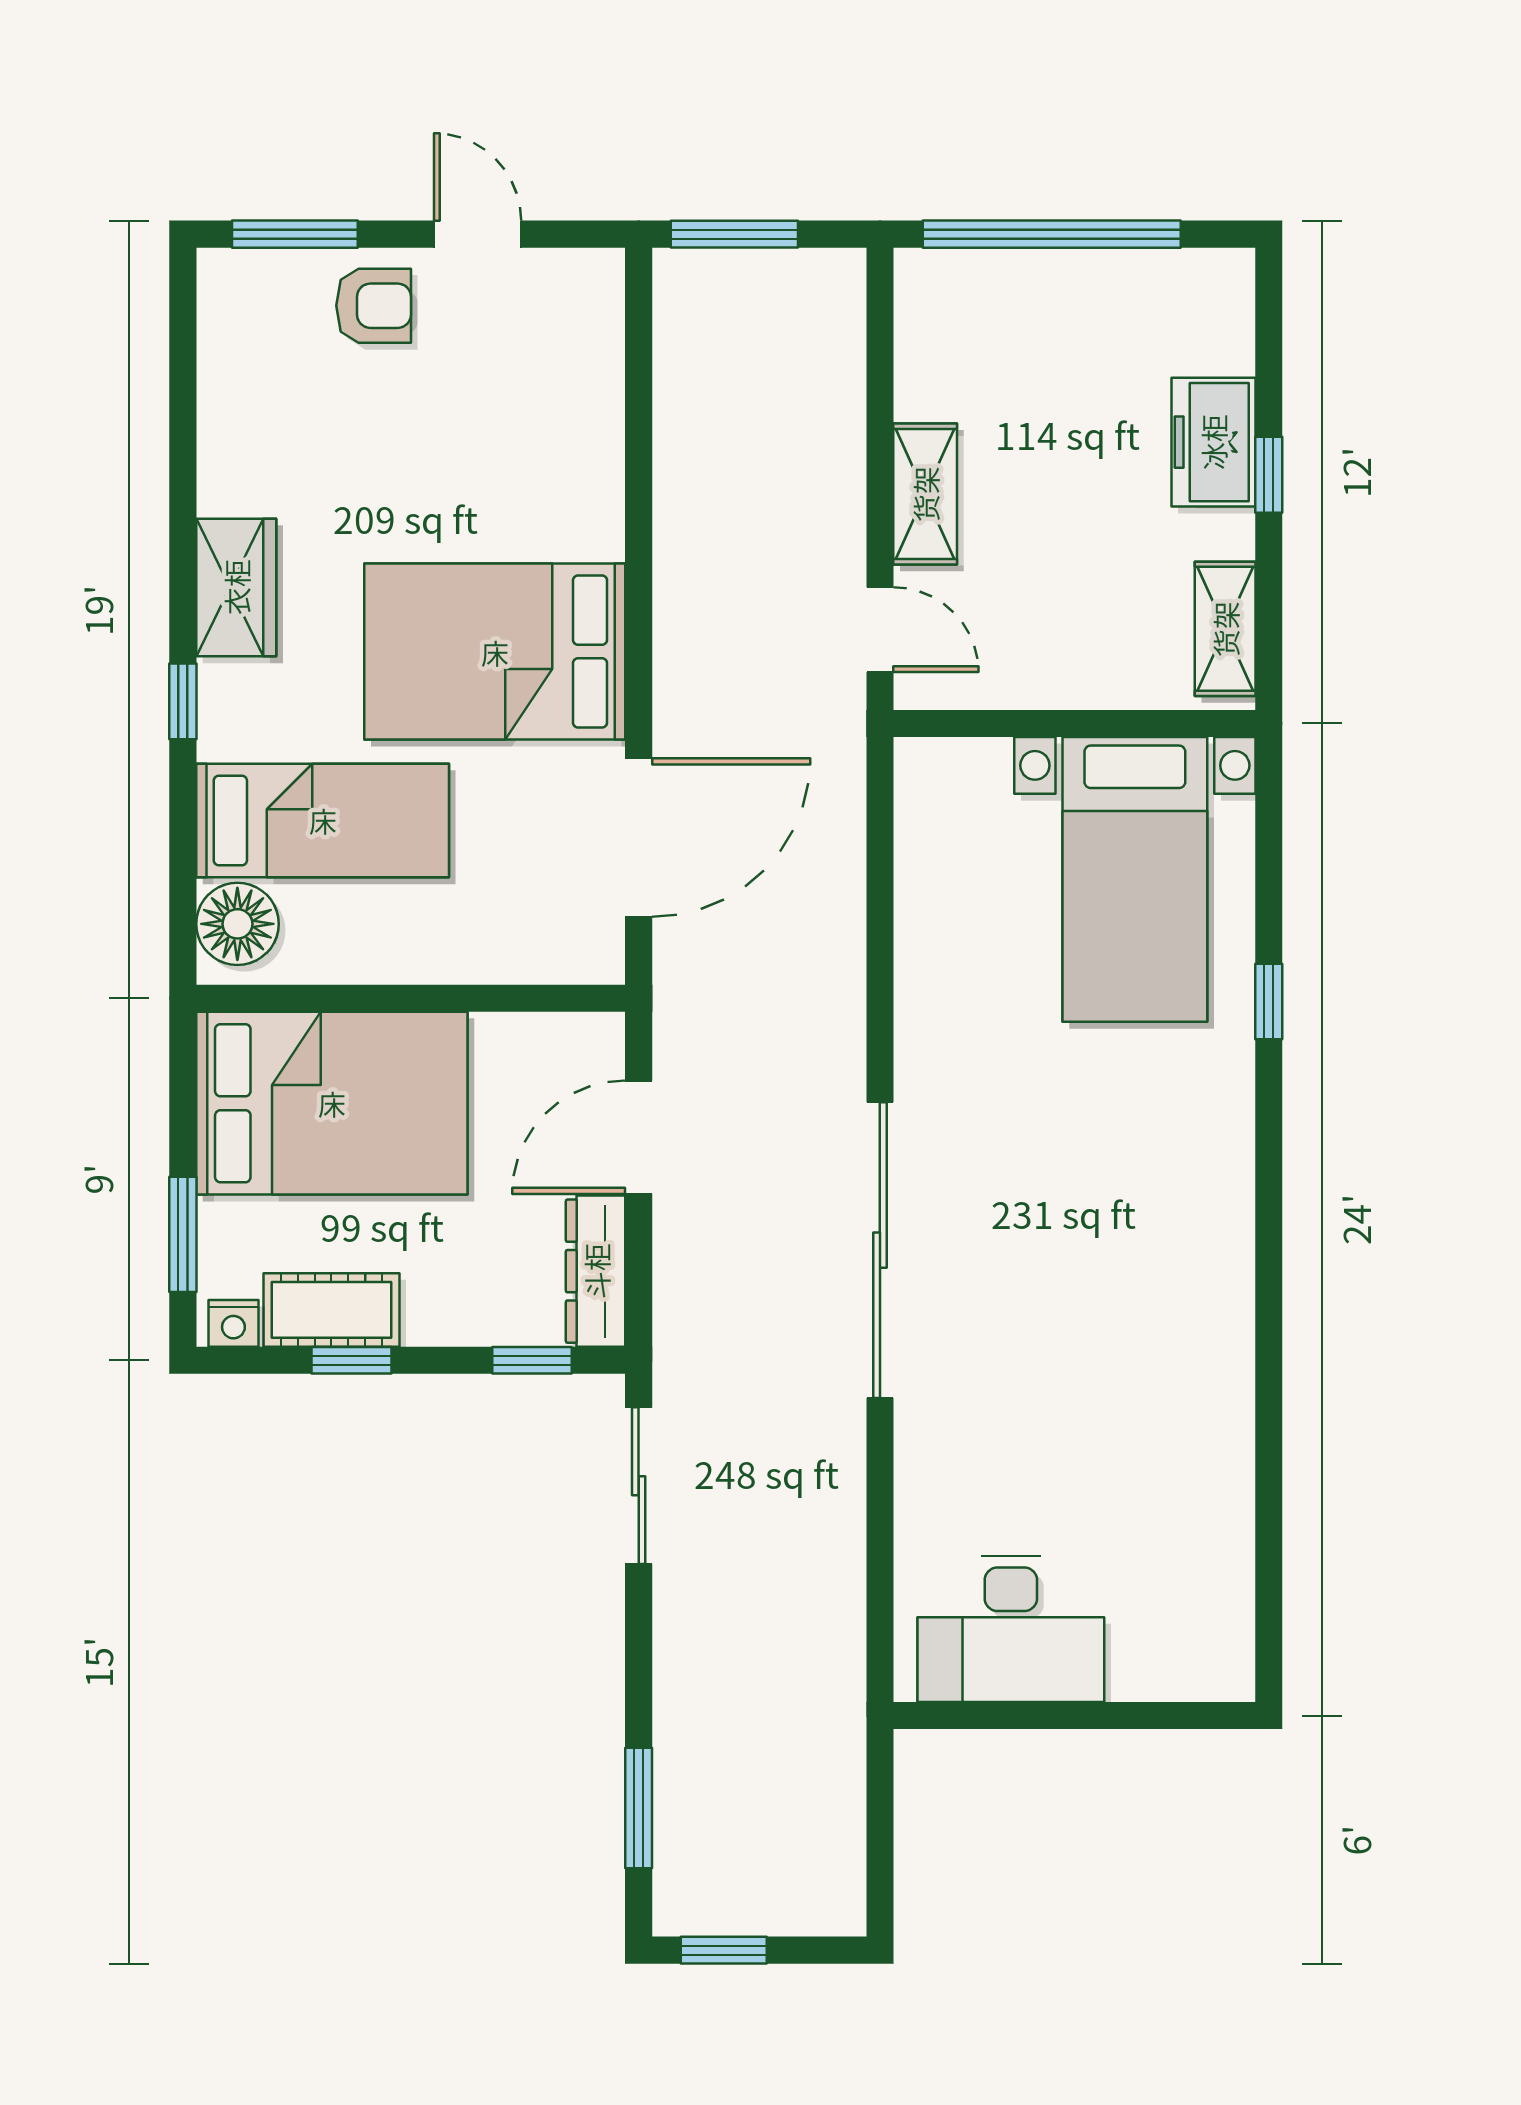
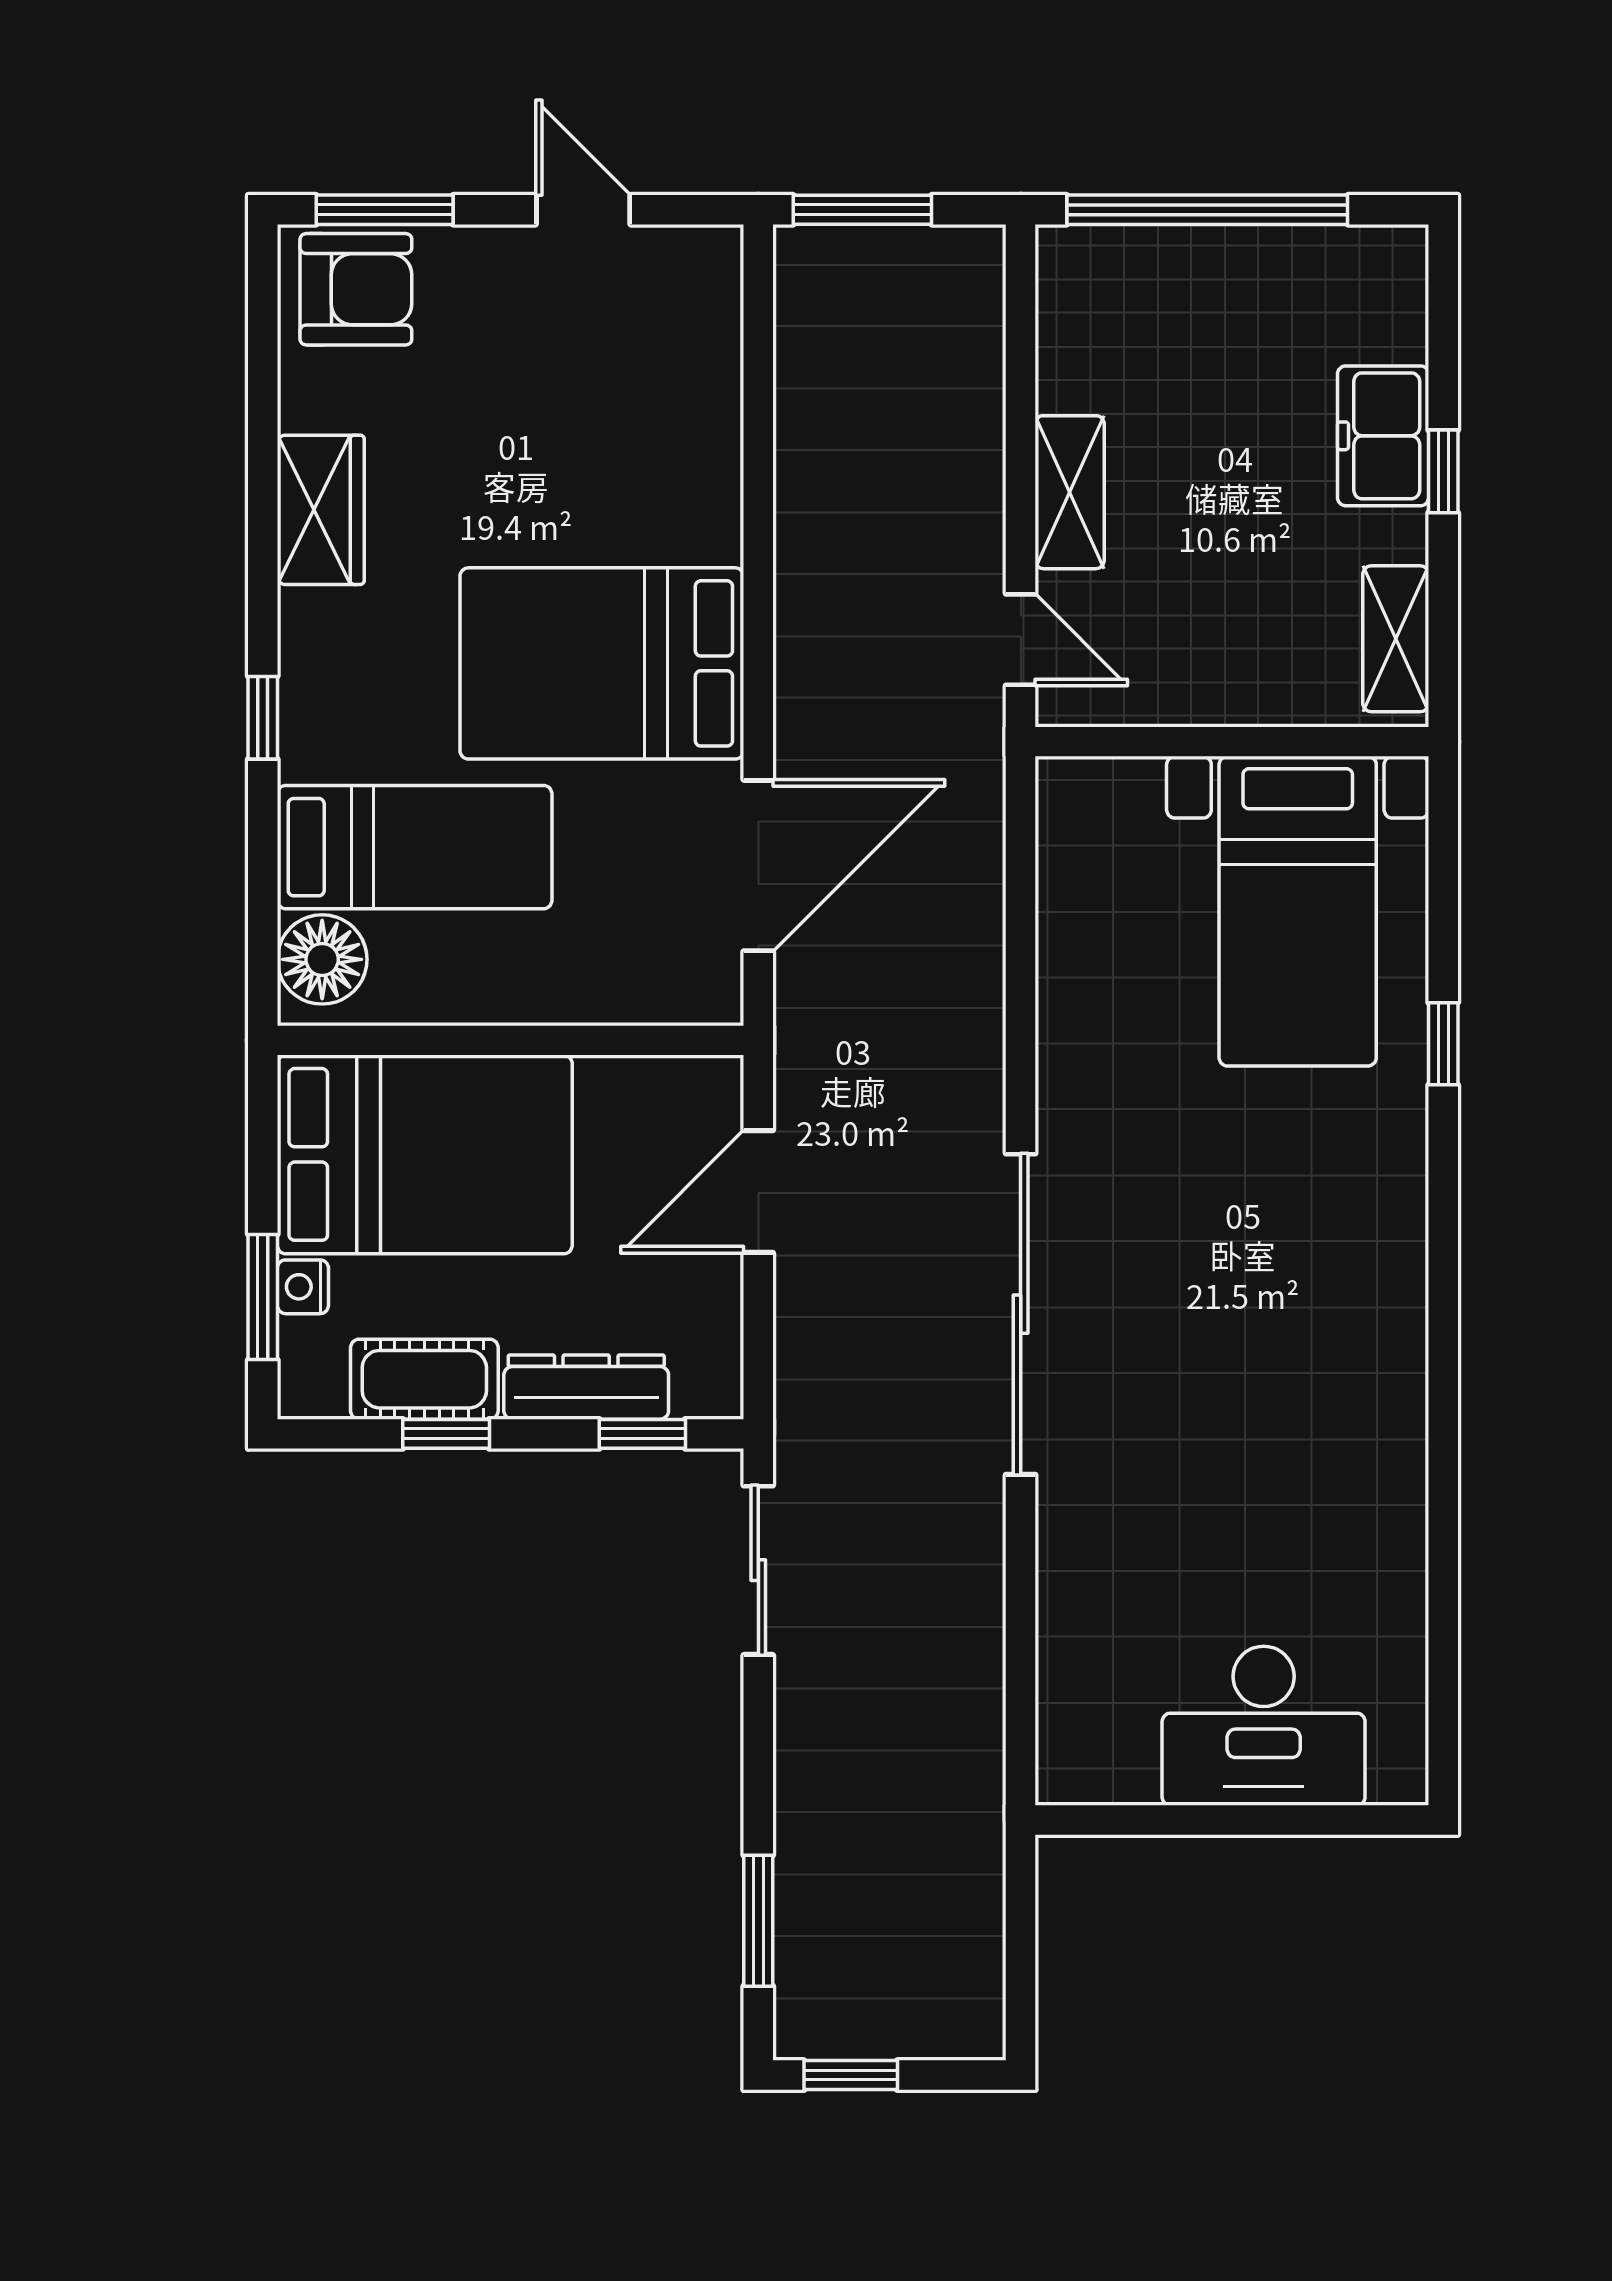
armchair: (374, 306) -> (356, 289), moved, width x1.38, depth x1.38
wardrobe: (236, 587) -> (321, 510), moved
dresser: (596, 1271) -> (586, 1387), moved, turned 90
nightstand: (233, 1323) -> (303, 1287), moved, turned 90
desk: (1011, 1629) -> (1264, 1726), moved

